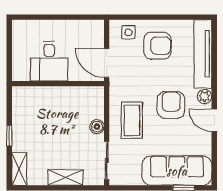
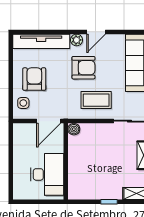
desk: (49, 61) -> (47, 174), width x1.37
armchair: (171, 105) -> (83, 68), turned 180
boiler: (97, 127) -> (74, 129), moved

